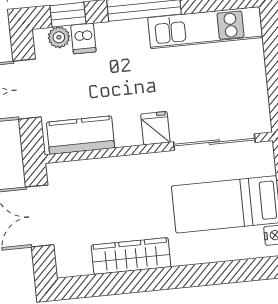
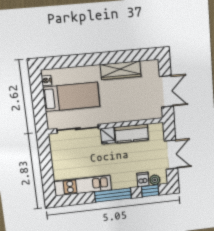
kitchen counter: (81, 135) -> (132, 134), moved

